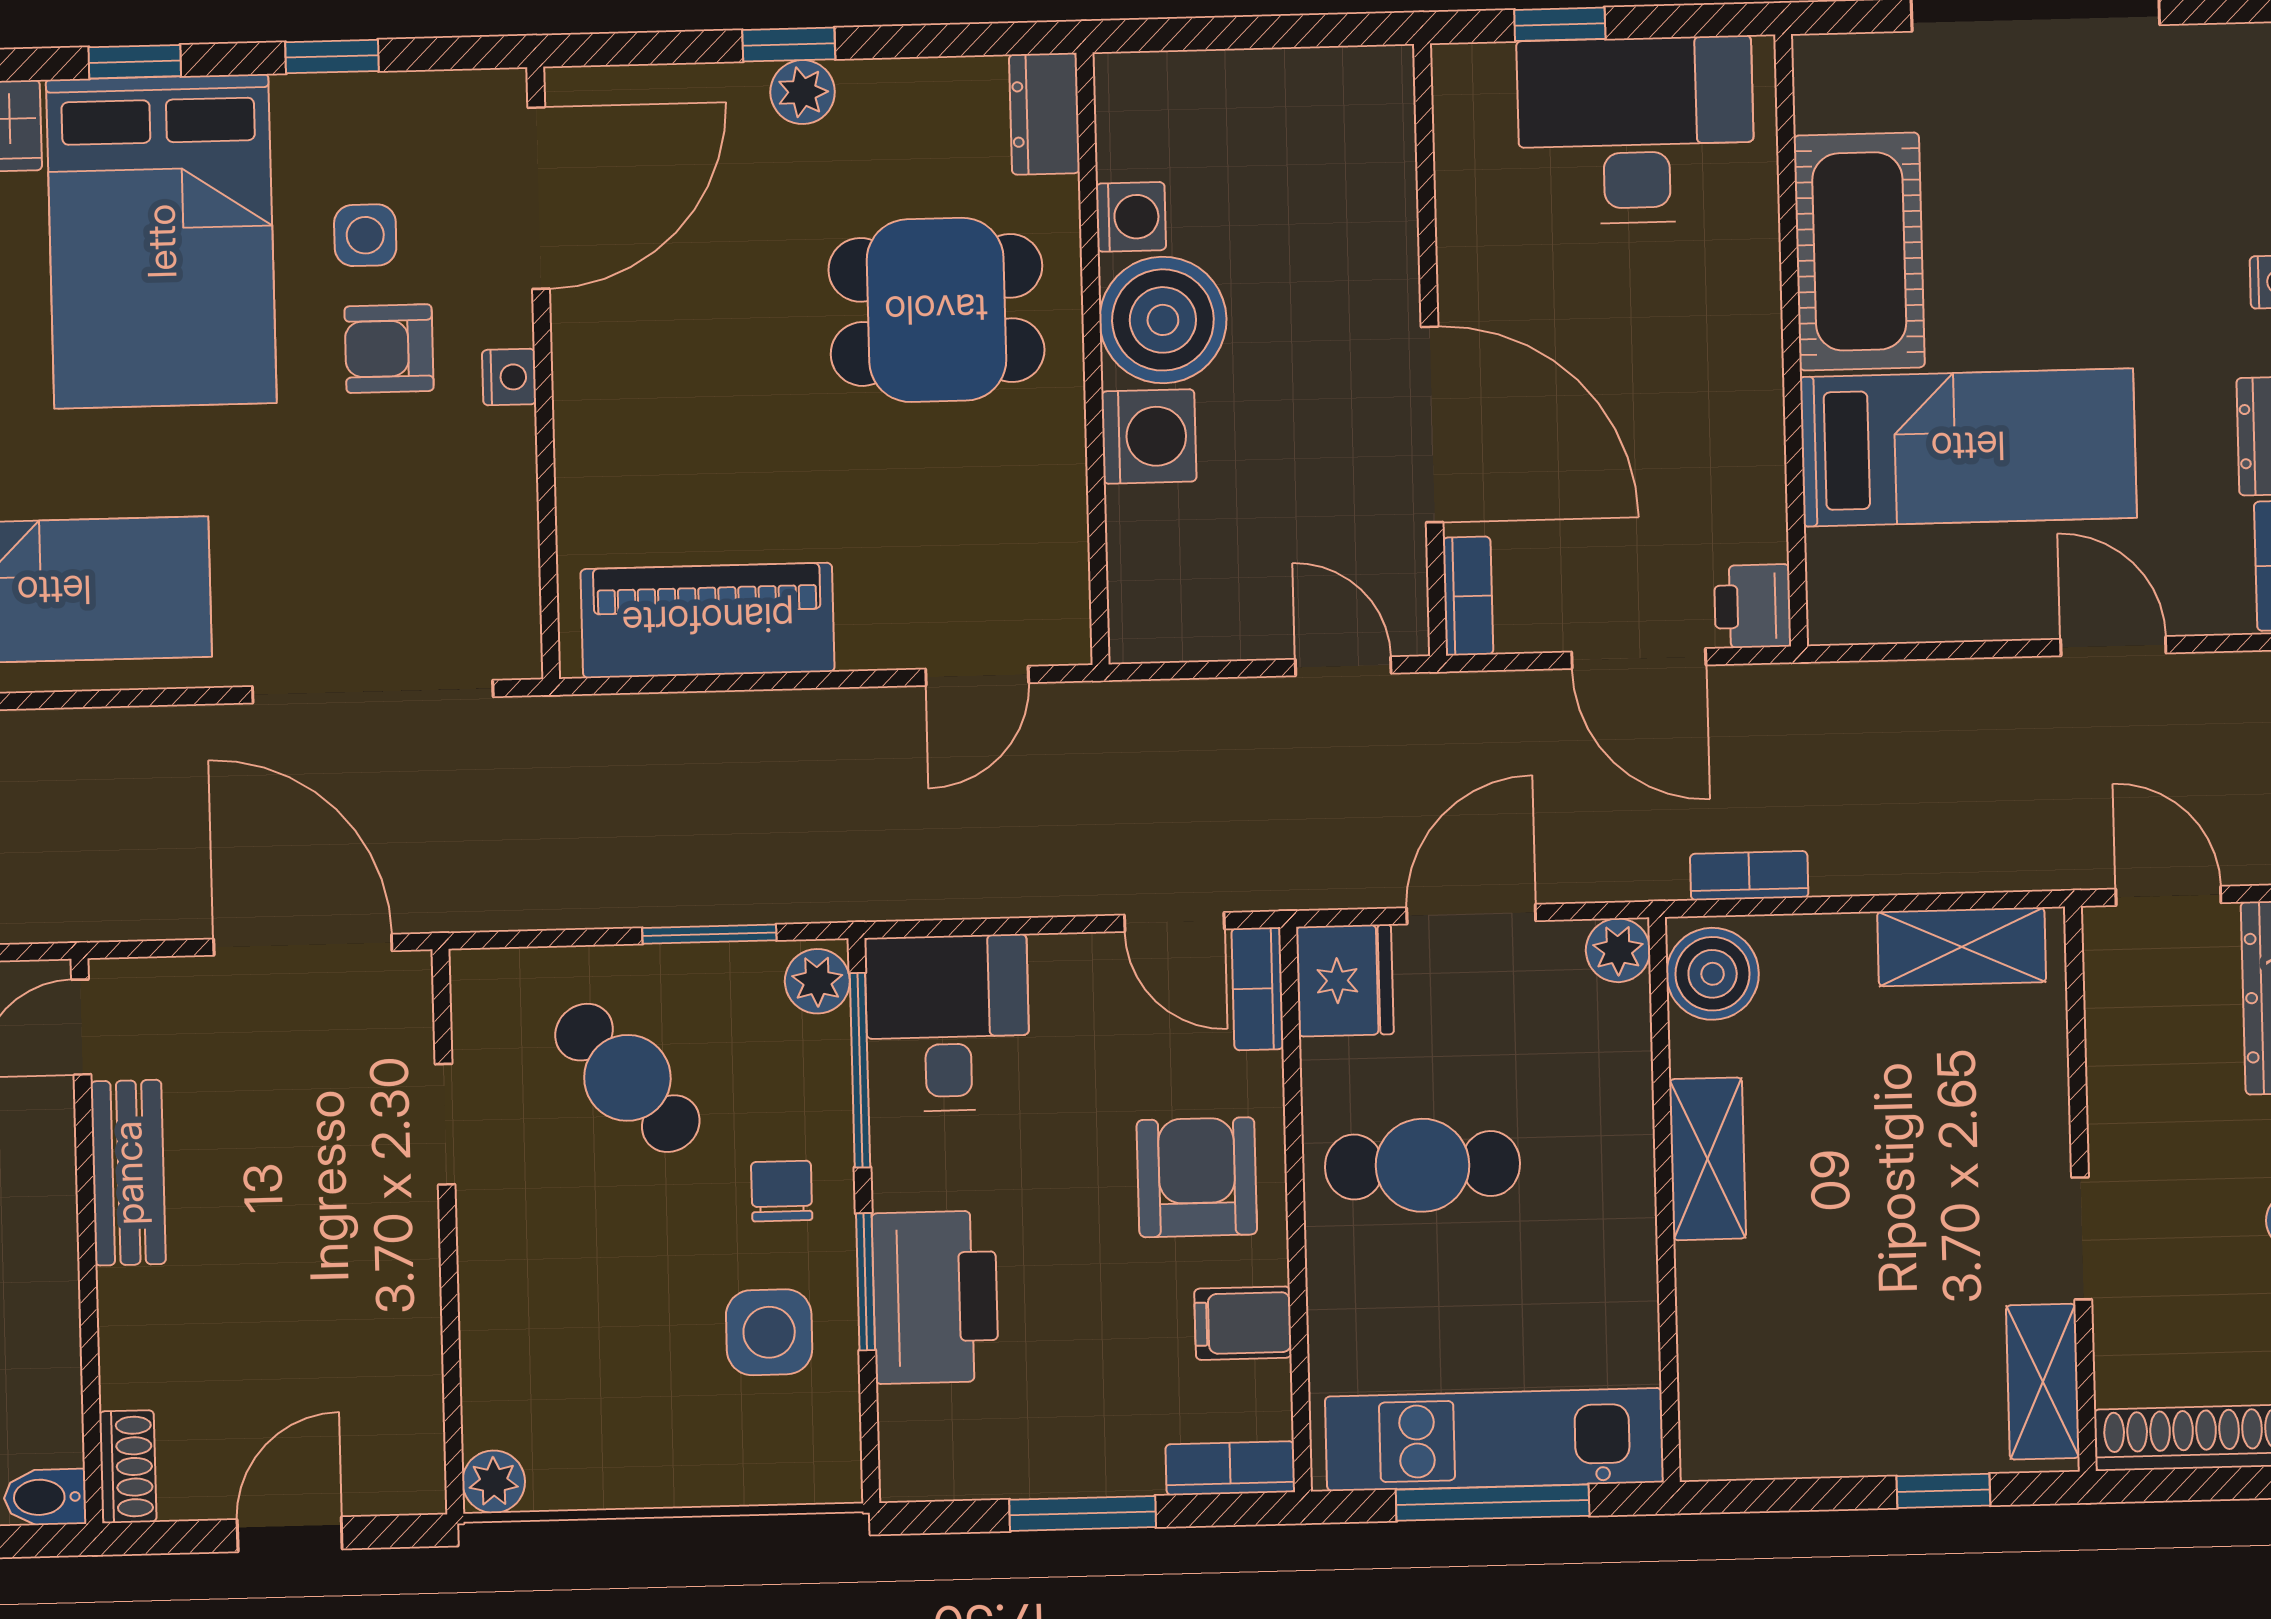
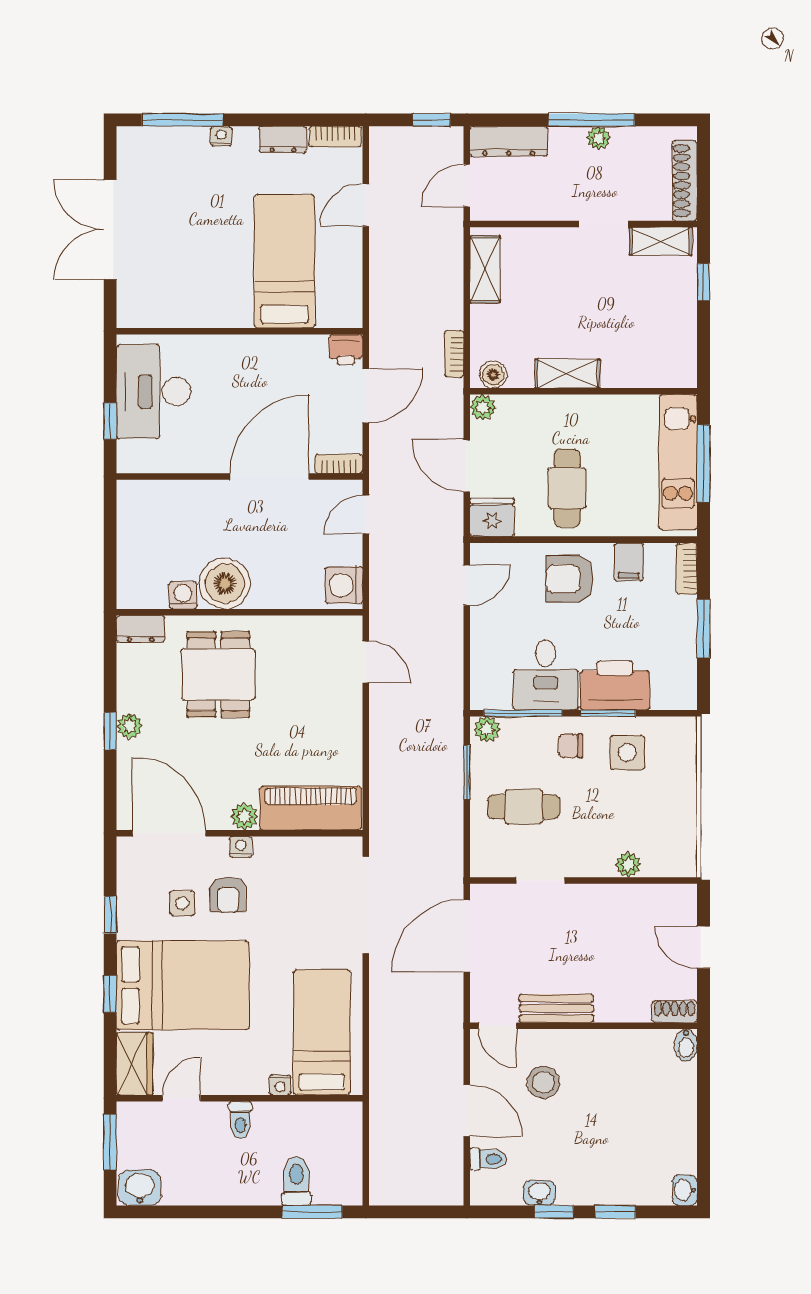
cot: (1859, 251) -> (205, 303), removed
plant: (585, 384) -> (244, 817), added
washing machine: (1149, 436) -> (344, 585), moved, turned -90
piano: (708, 620) -> (311, 808), moved, turned 90
boiler: (1713, 974) -> (493, 375), width x0.73, depth x0.73
bookcase: (1257, 989) -> (494, 553), removed
desk: (947, 1023) -> (546, 675), moved, turned -90
cafe table: (627, 1078) -> (524, 807), turned 42
plant: (494, 1482) -> (628, 865), moved

